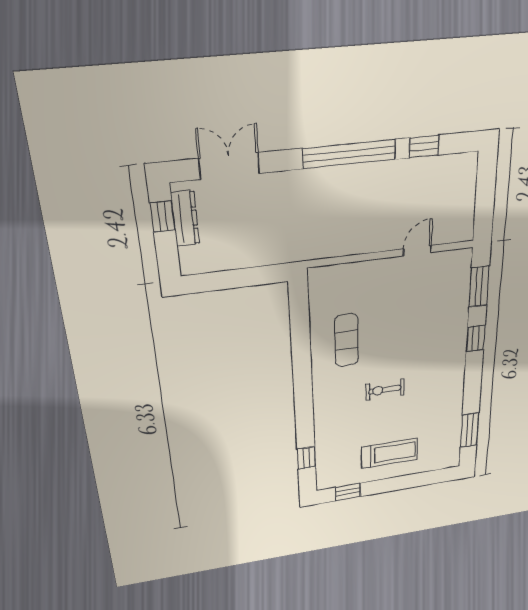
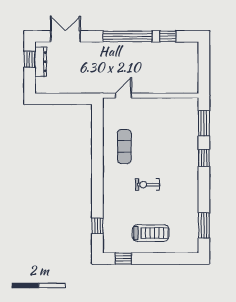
door: (417, 251) -> (124, 96), moved

